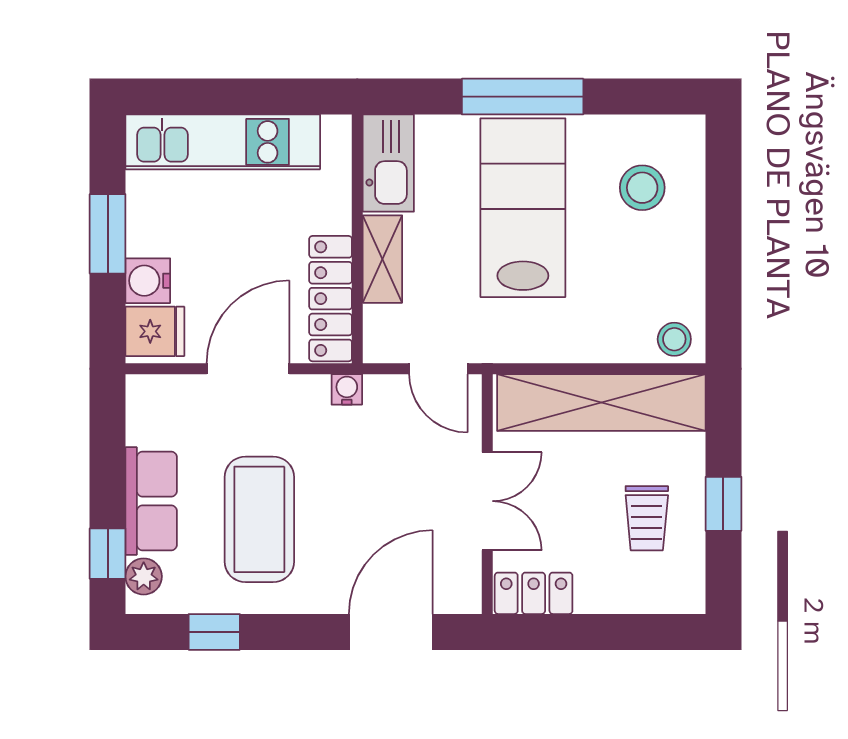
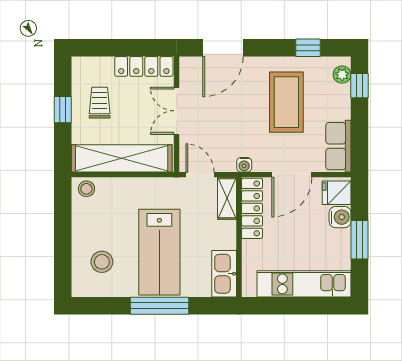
shelving: (382, 259) -> (227, 198), moved
row of seats: (151, 501) -> (338, 146), moved
locker: (534, 593) -> (144, 66), width x1.53

